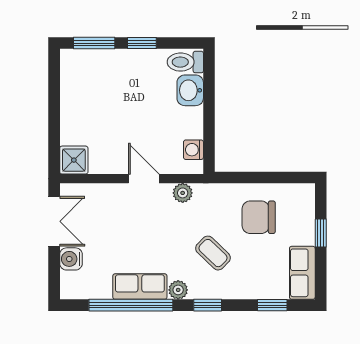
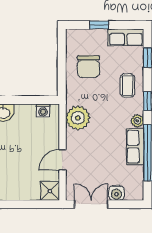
door: (144, 179) -> (62, 160), moved
plant: (183, 193) -> (78, 118), width x1.87, depth x1.87
coffee table: (213, 253) -> (128, 86), moved, turned -44

